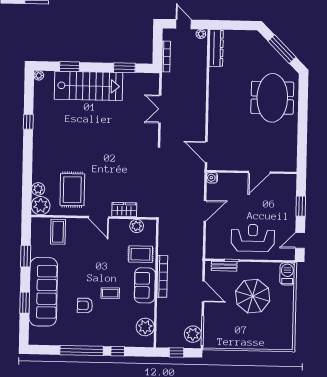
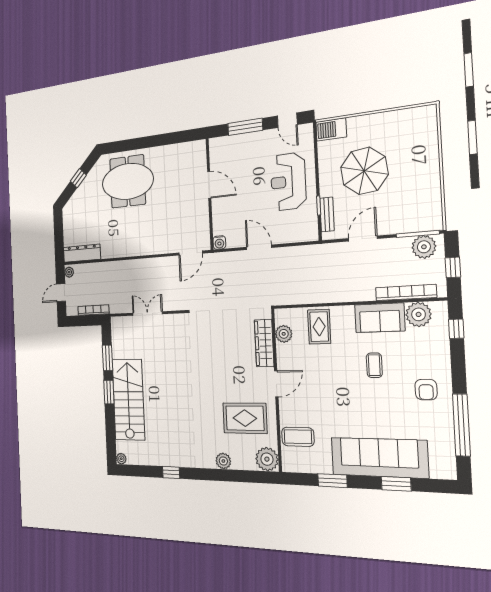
window: (282, 49) -> (78, 178), width x0.46
window: (69, 67) -> (109, 392), moved
double door: (160, 109) -> (147, 313), swing flipped
plant: (38, 189) -> (223, 461), moved
window: (301, 206) -> (245, 127), width x1.44
wardrobe: (124, 210) -> (264, 343), width x1.50
bookcase: (162, 276) -> (406, 293), moved
sofa: (145, 285) -> (380, 318), moved
armchair: (85, 305) -> (426, 390), moved
window: (82, 350) -> (461, 425), moved
window: (118, 351) -> (456, 329), moved

